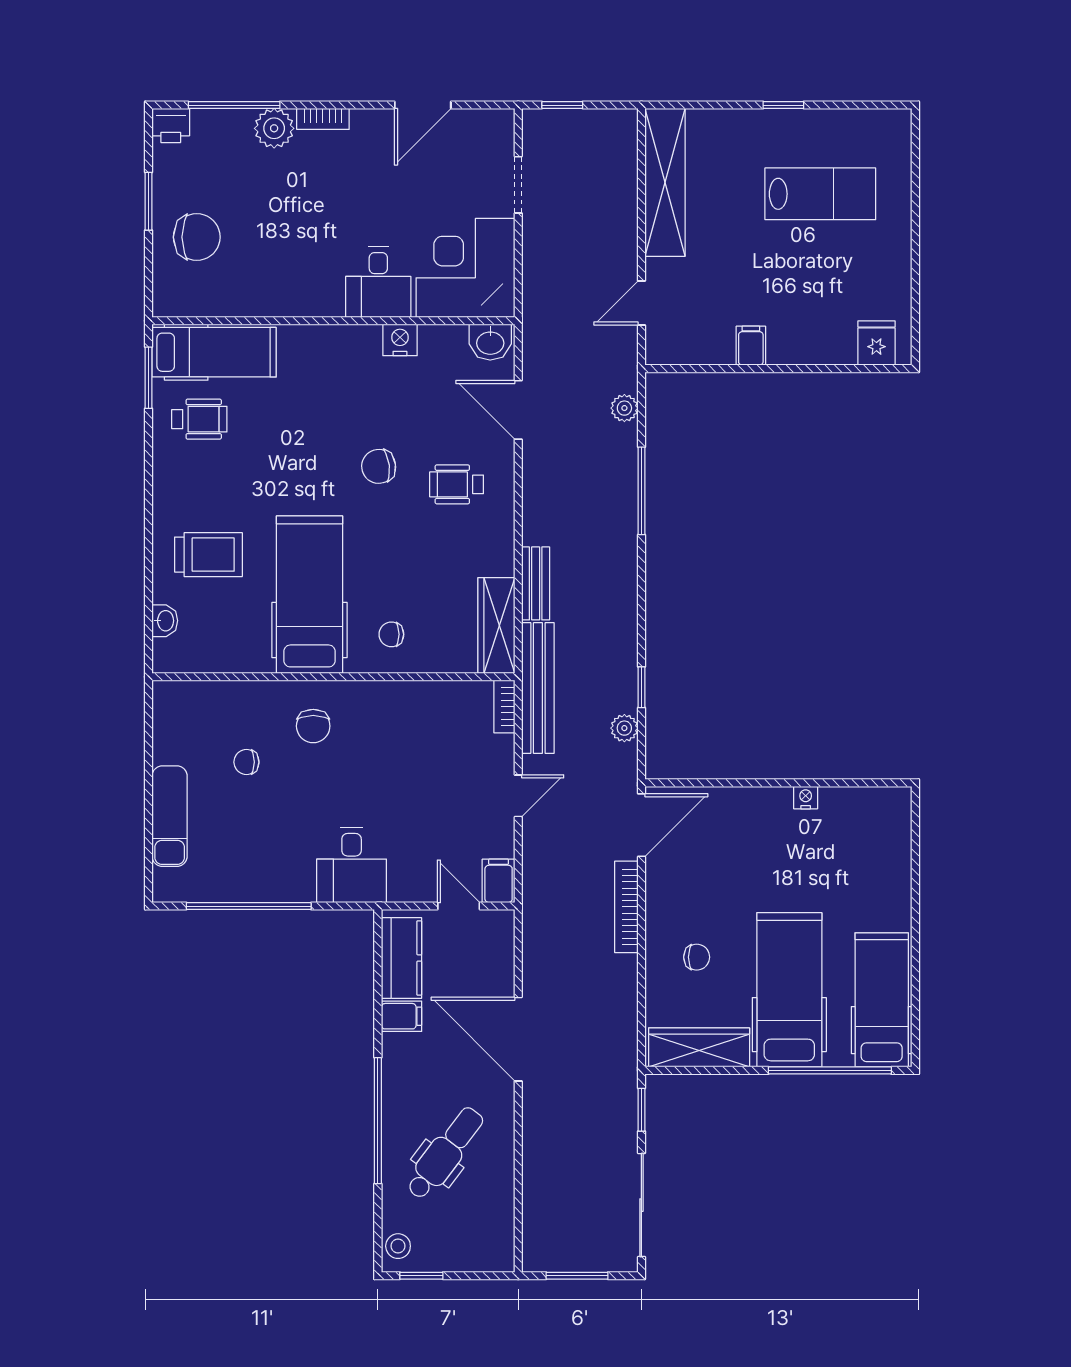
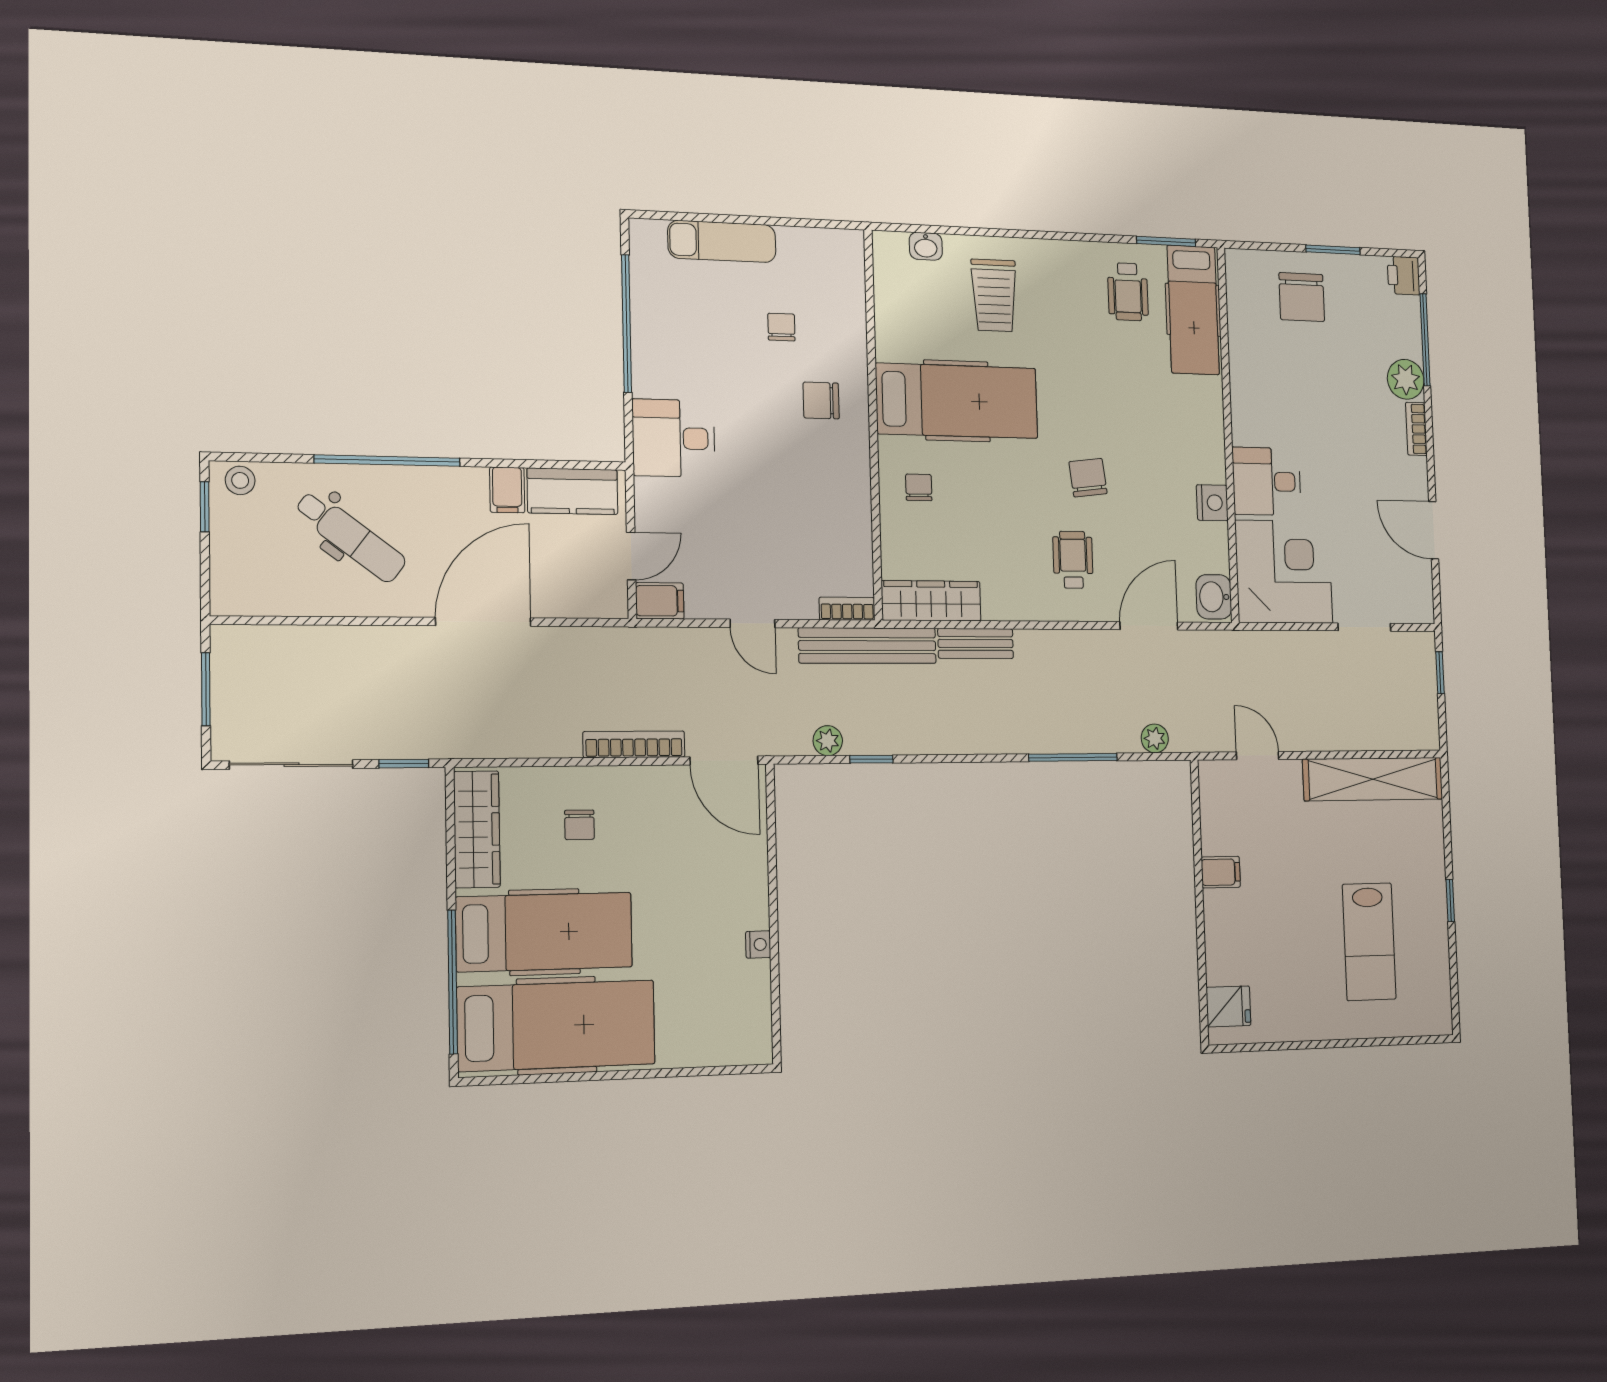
hospital bed: (882, 1000) -> (557, 1026), width x1.37, depth x1.29

